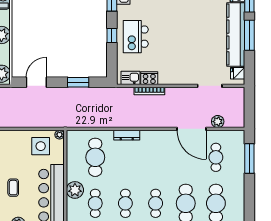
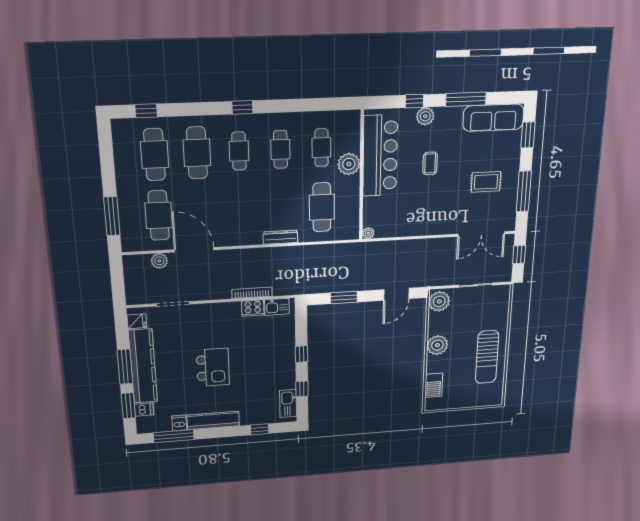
kitchen island: (136, 37) -> (213, 367), moved
side table: (41, 146) -> (393, 218), removed
cafe table: (216, 157) -> (159, 215), width x1.37, depth x1.35

